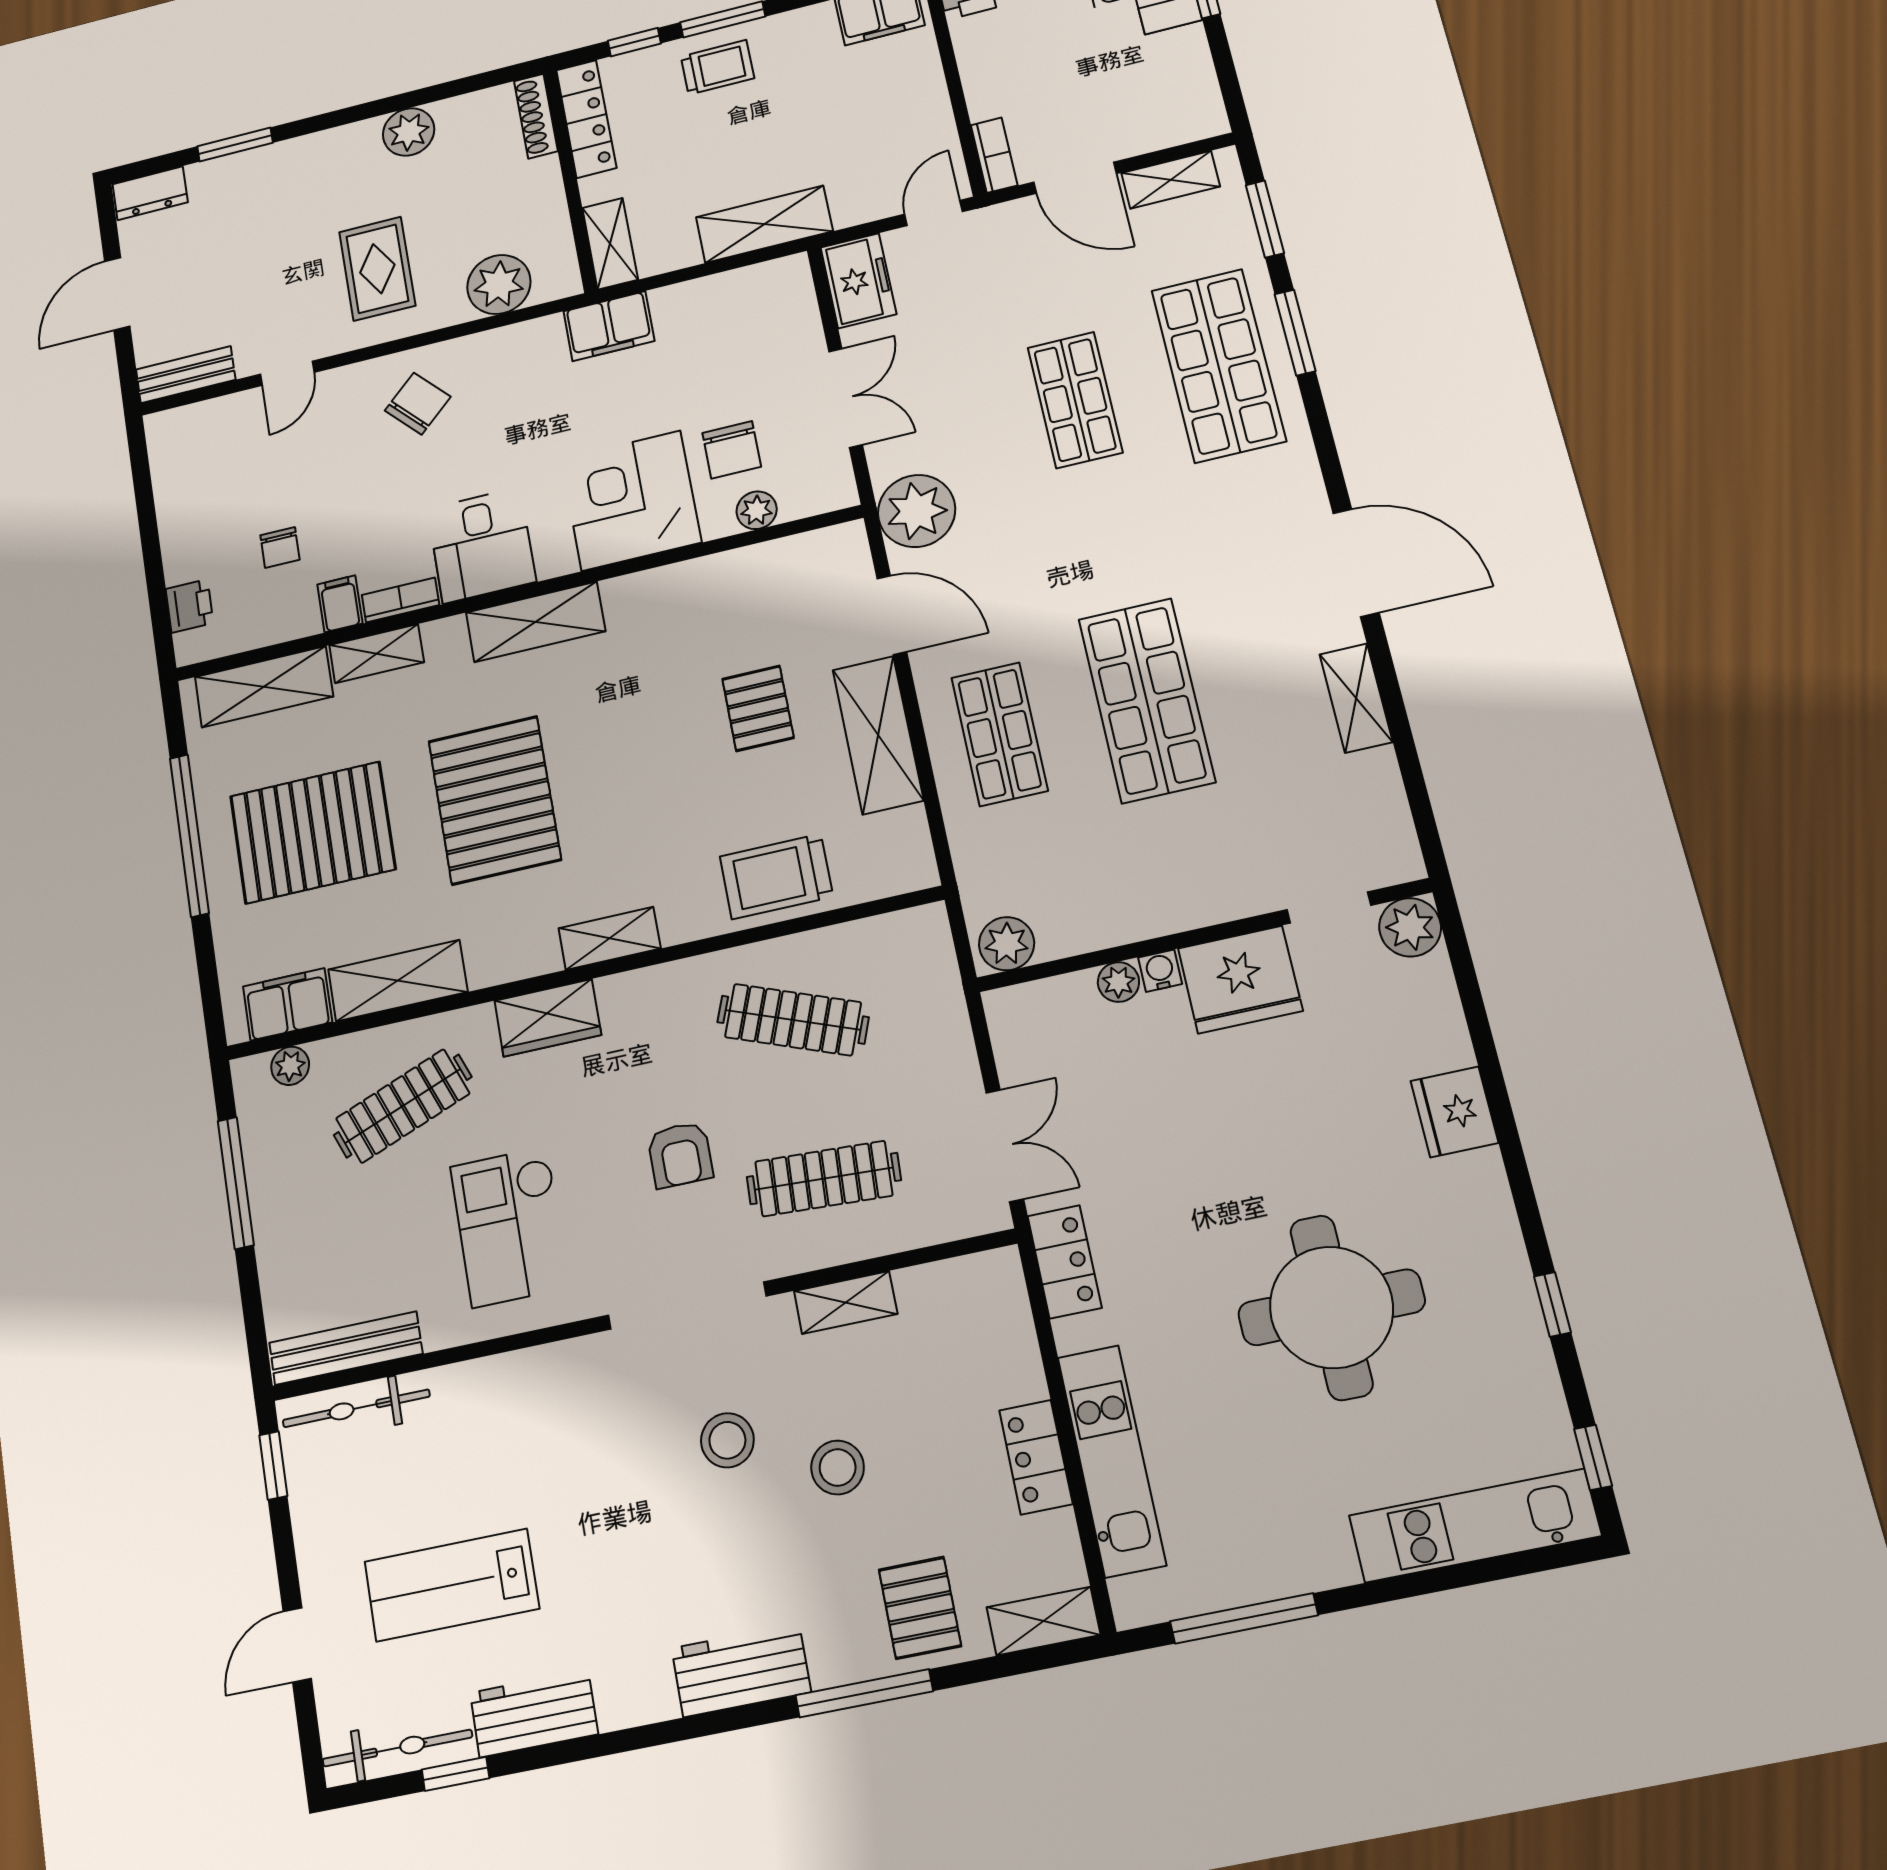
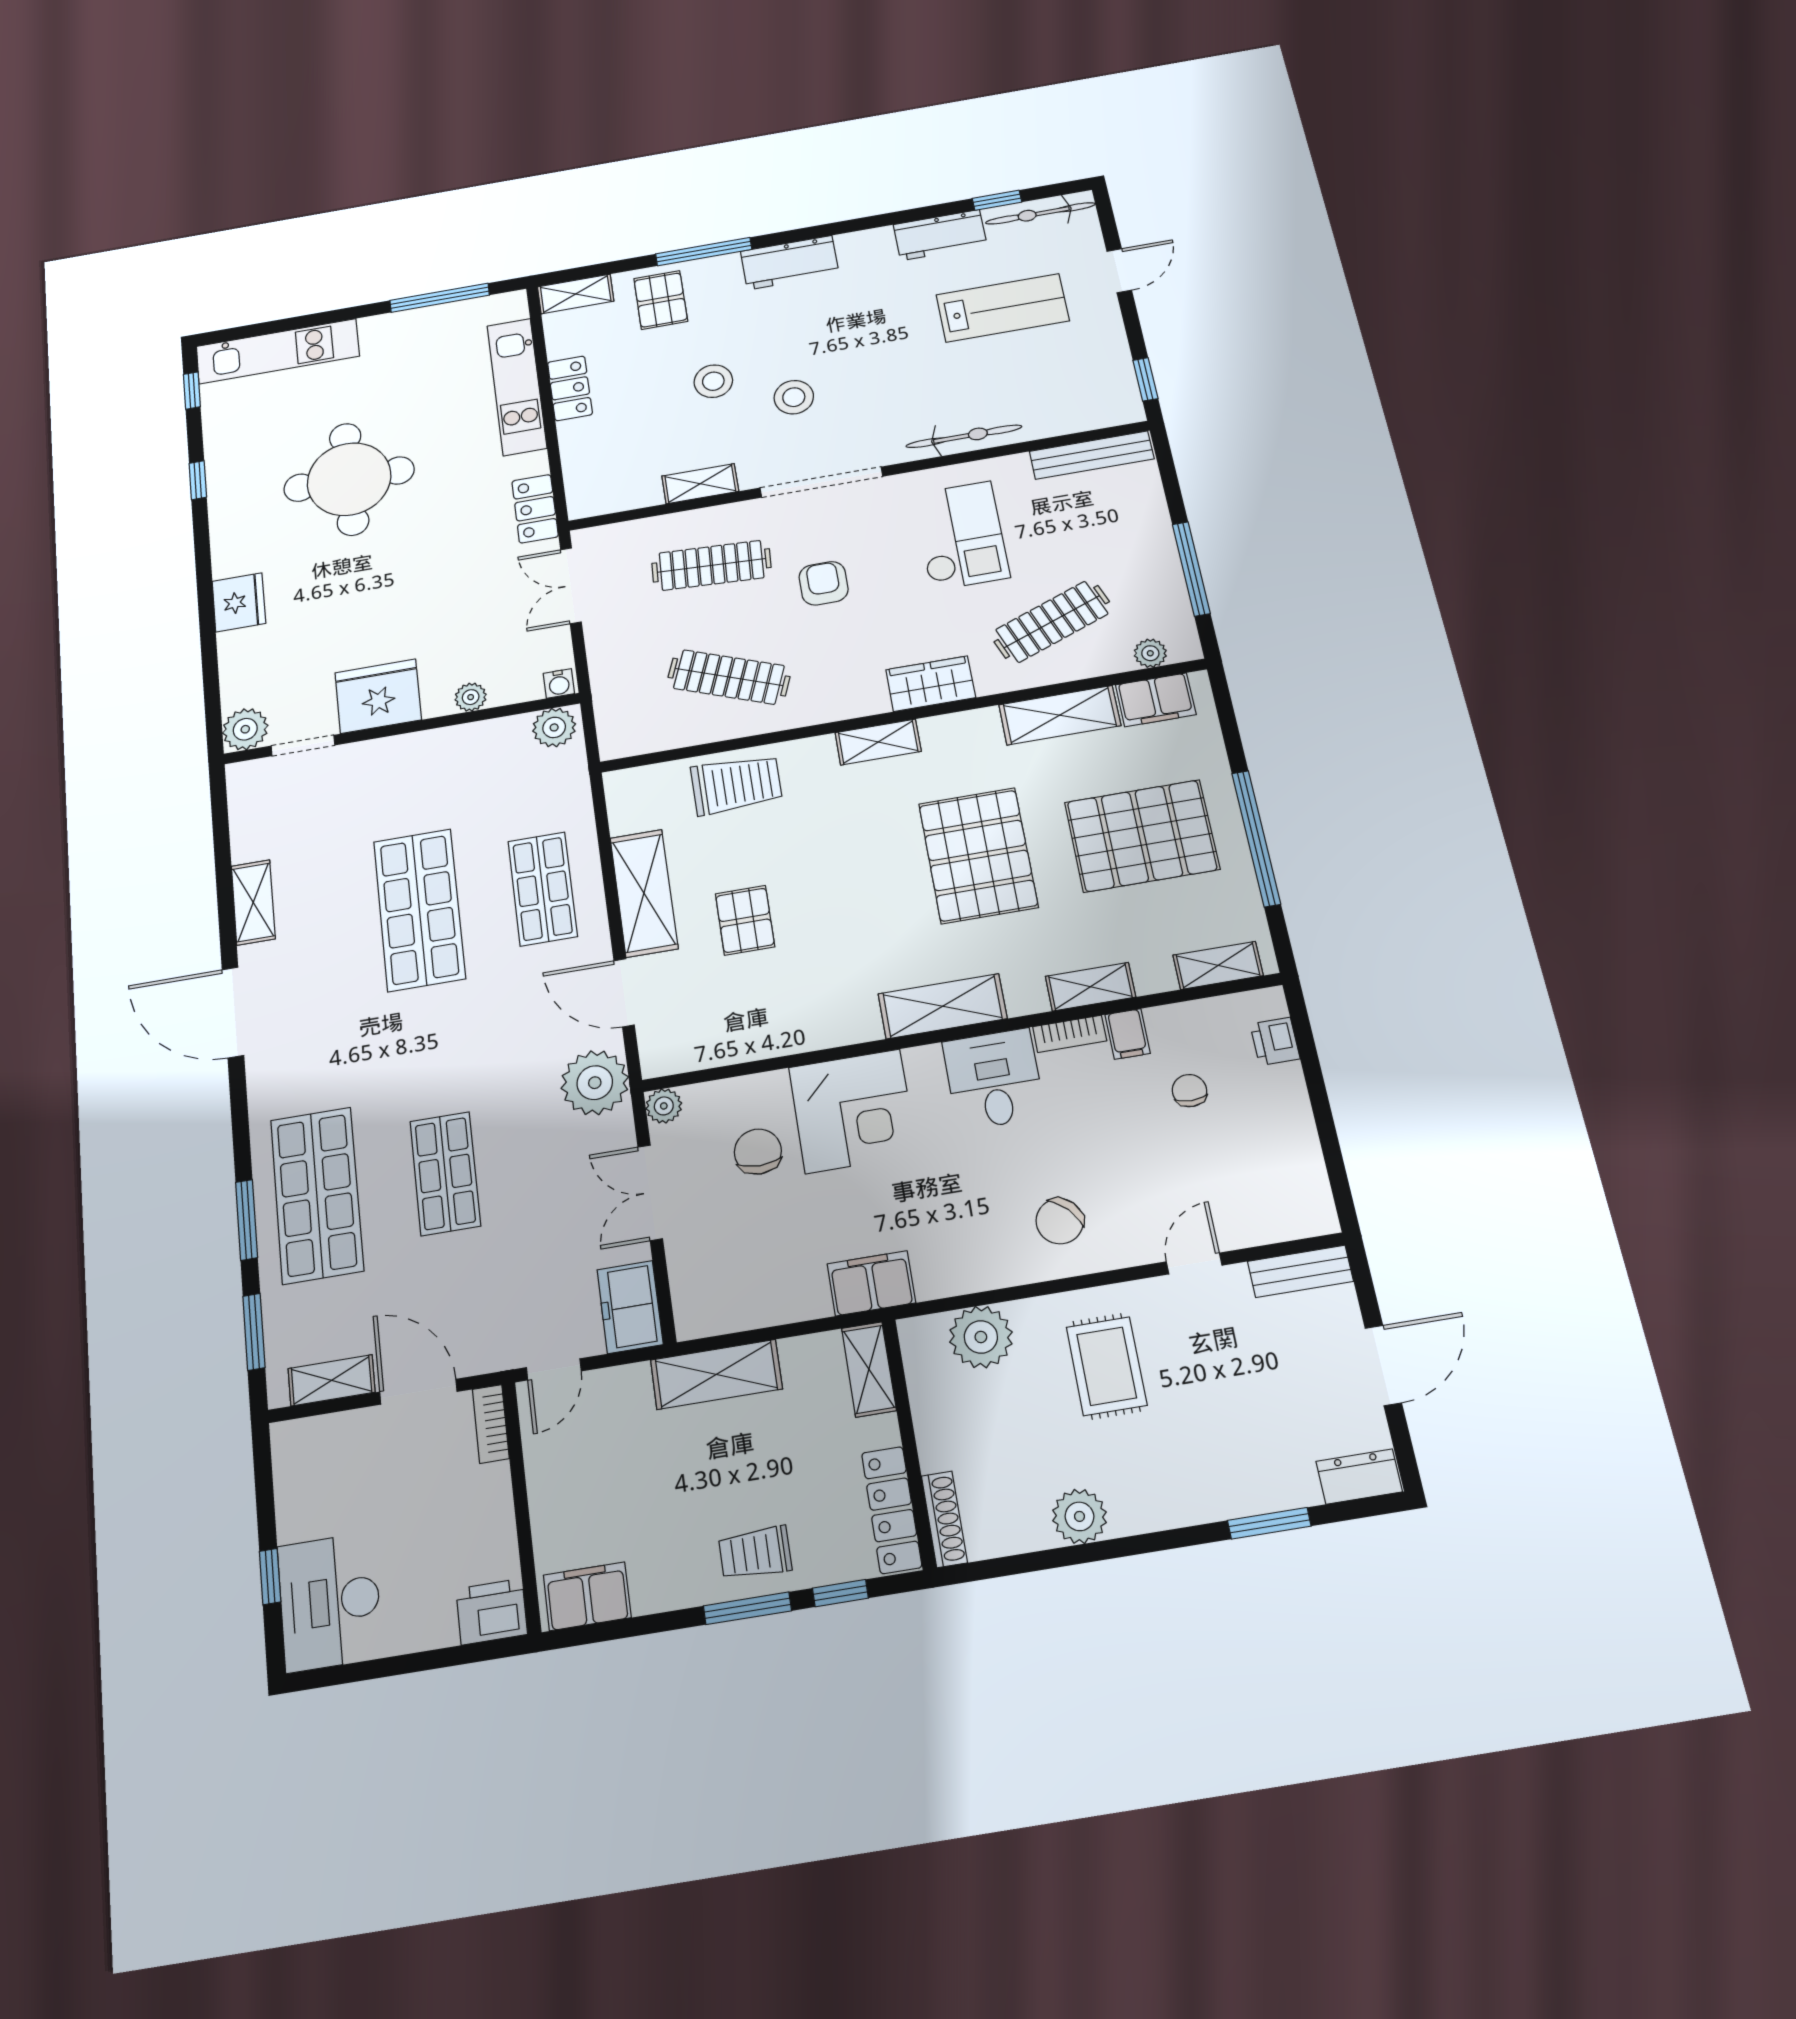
plant: (757, 510) -> (664, 1106), moved
shelving: (264, 687) -> (1218, 965), width x0.67, depth x0.75
water cooler: (1160, 971) -> (559, 683), moved
bicycle: (356, 1408) -> (964, 436), moved

